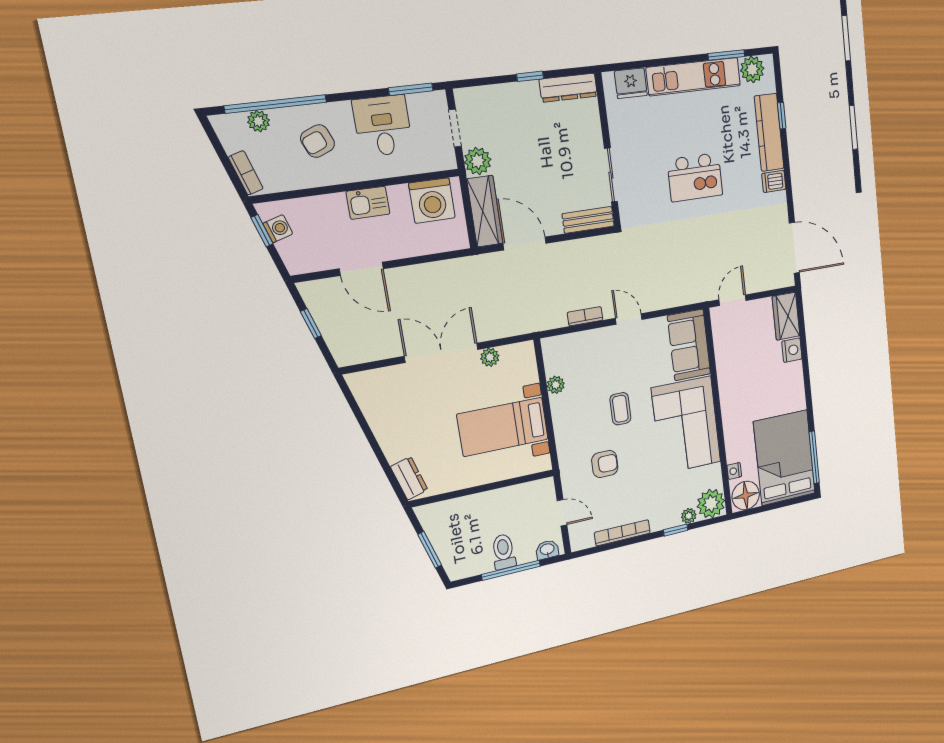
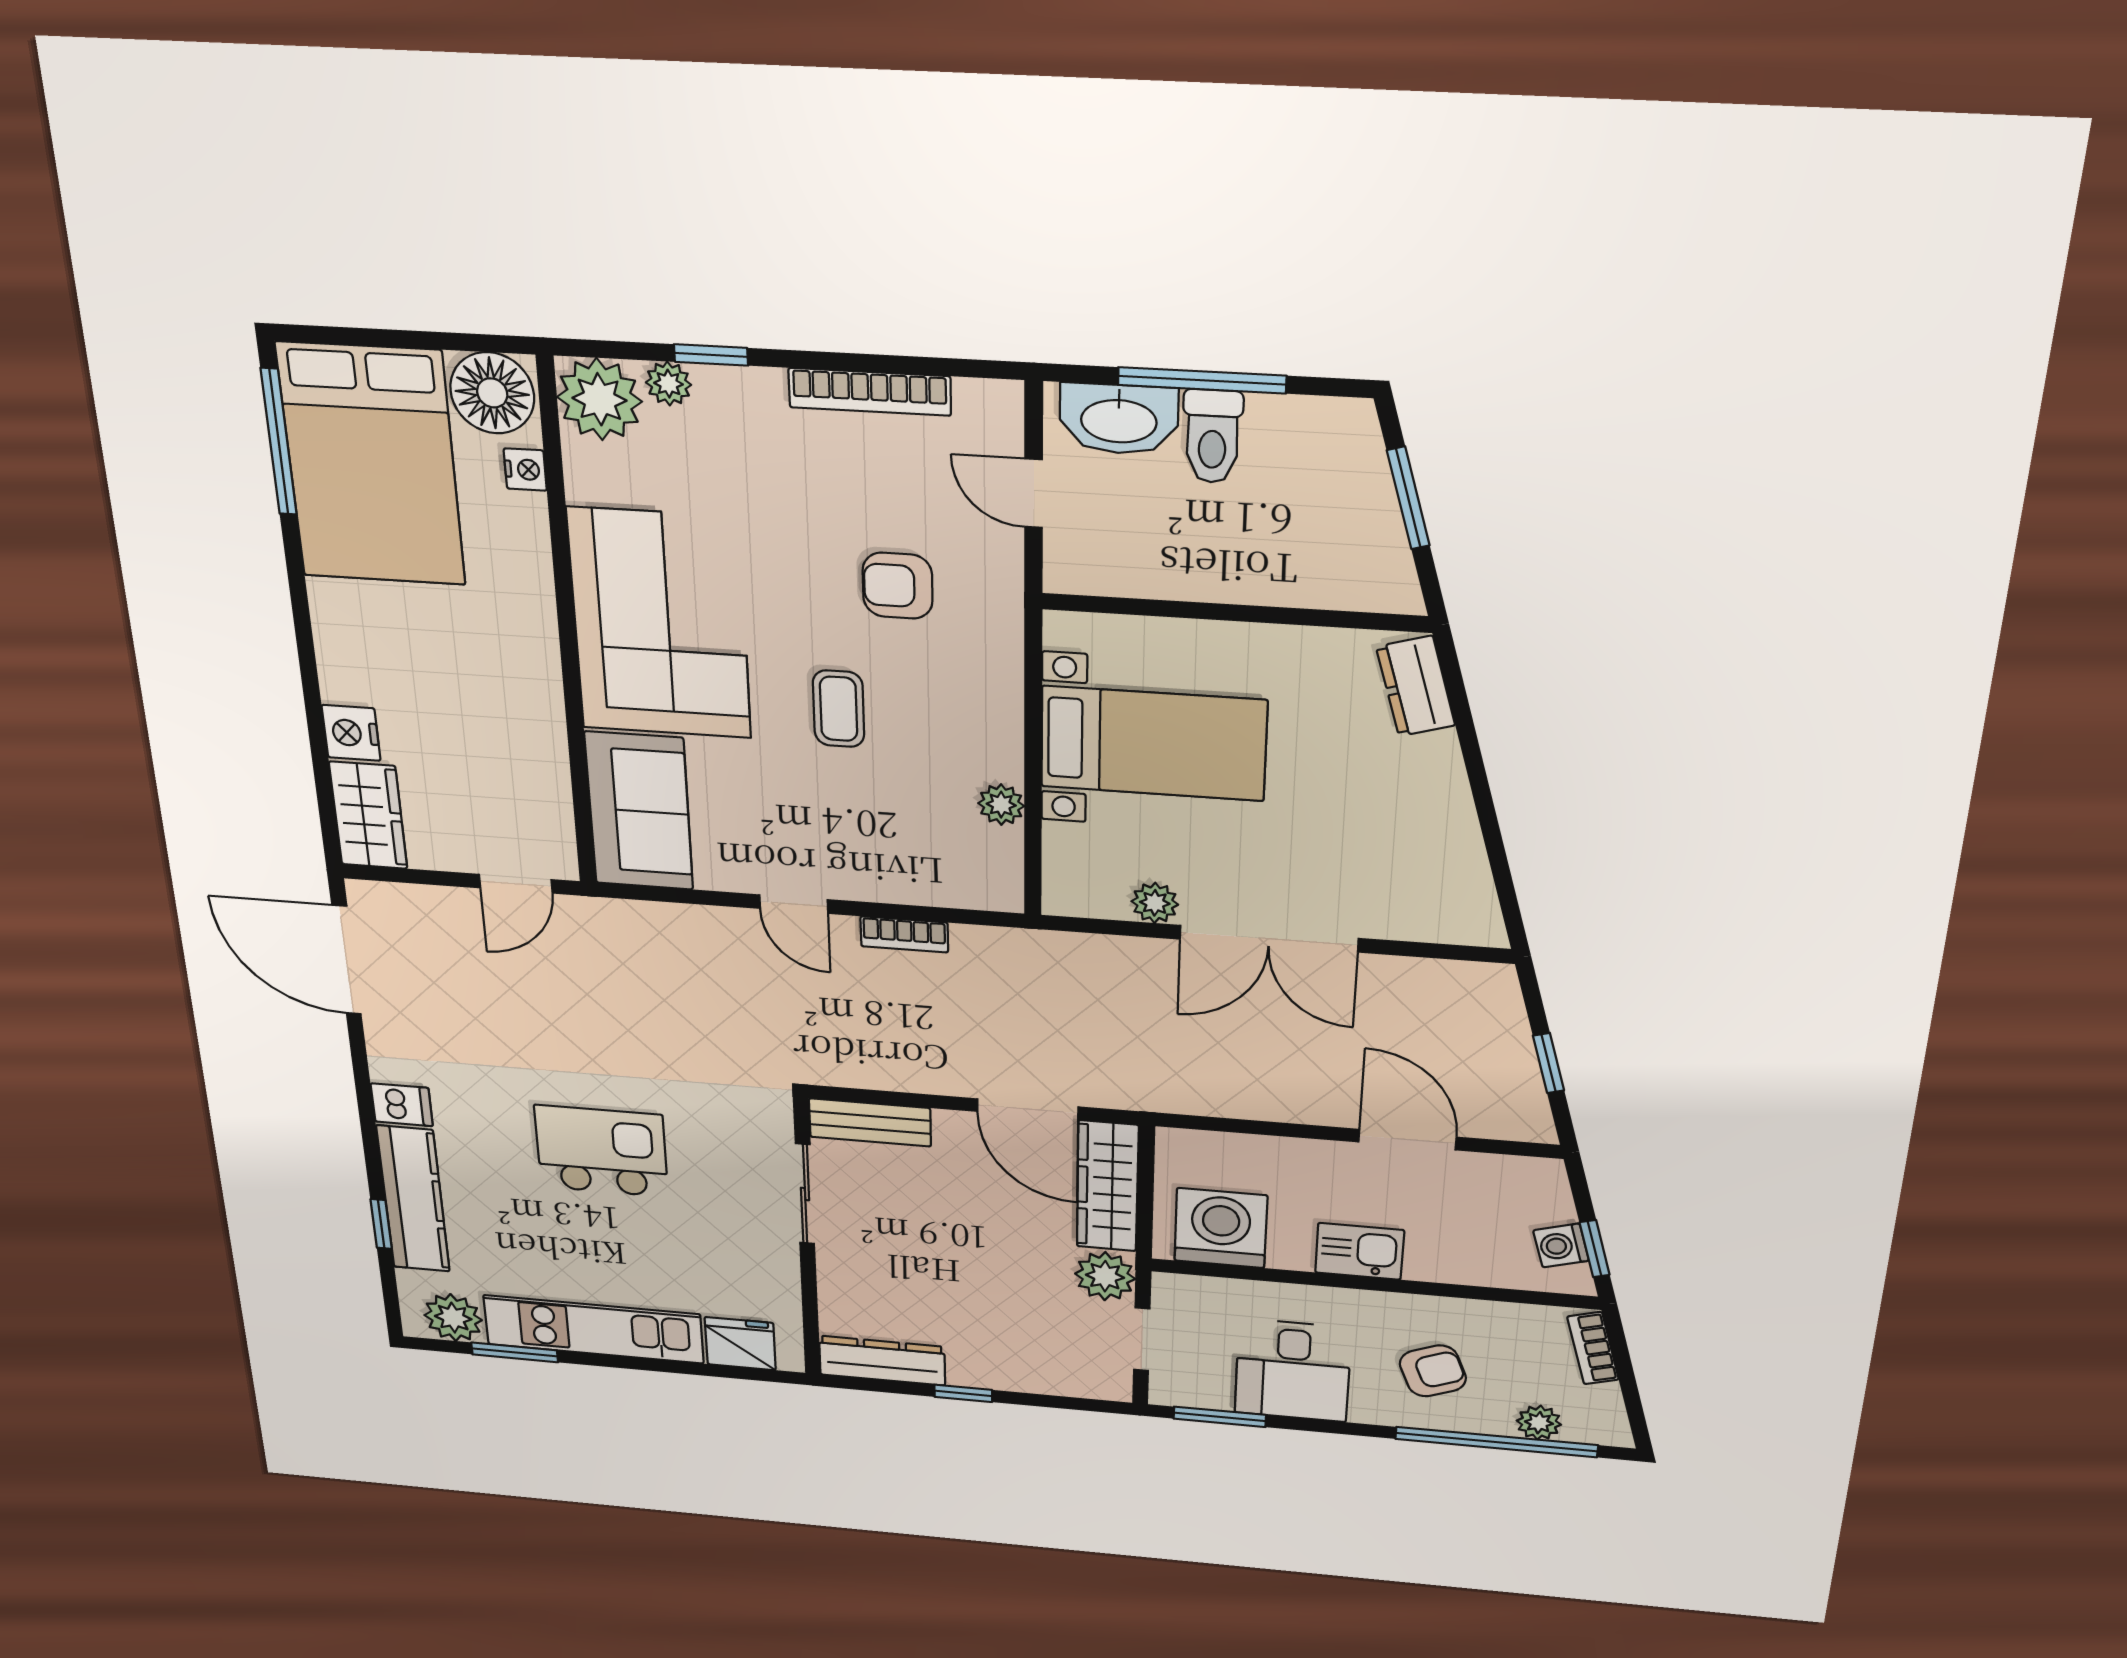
washbasin: (547, 550) -> (1119, 419), width x1.91, depth x1.45

